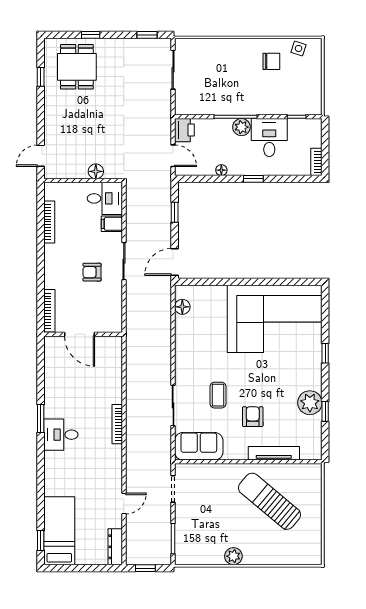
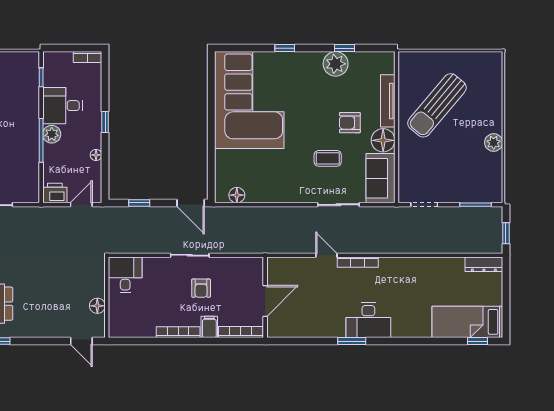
floor lamp: (96, 171) -> (97, 306), moved
bookcase: (49, 222) -> (178, 332), moved
filing cabinet: (112, 224) -> (209, 327), moved, turned 180
desk: (61, 435) -> (368, 320), width x1.37
floor lamp: (236, 449) -> (383, 140), added
door: (124, 504) -> (326, 255), moved

